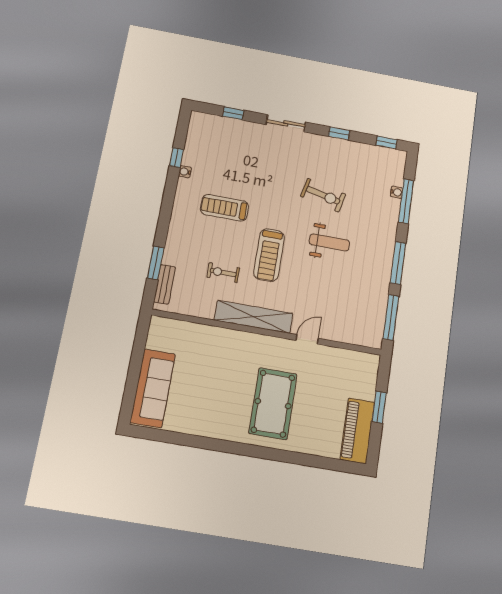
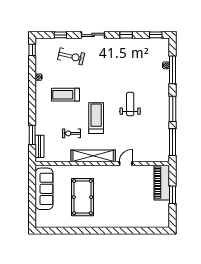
window: (176, 158) -> (32, 50), moved
exercise bike: (323, 195) -> (71, 56), moved
weight bench: (329, 242) -> (130, 104), turned -90
treadmill: (269, 255) -> (96, 118), turned 180
sofa: (153, 388) -> (44, 189), moved
pool table: (273, 404) -> (82, 197), moved
piano: (357, 431) -> (162, 183), moved

